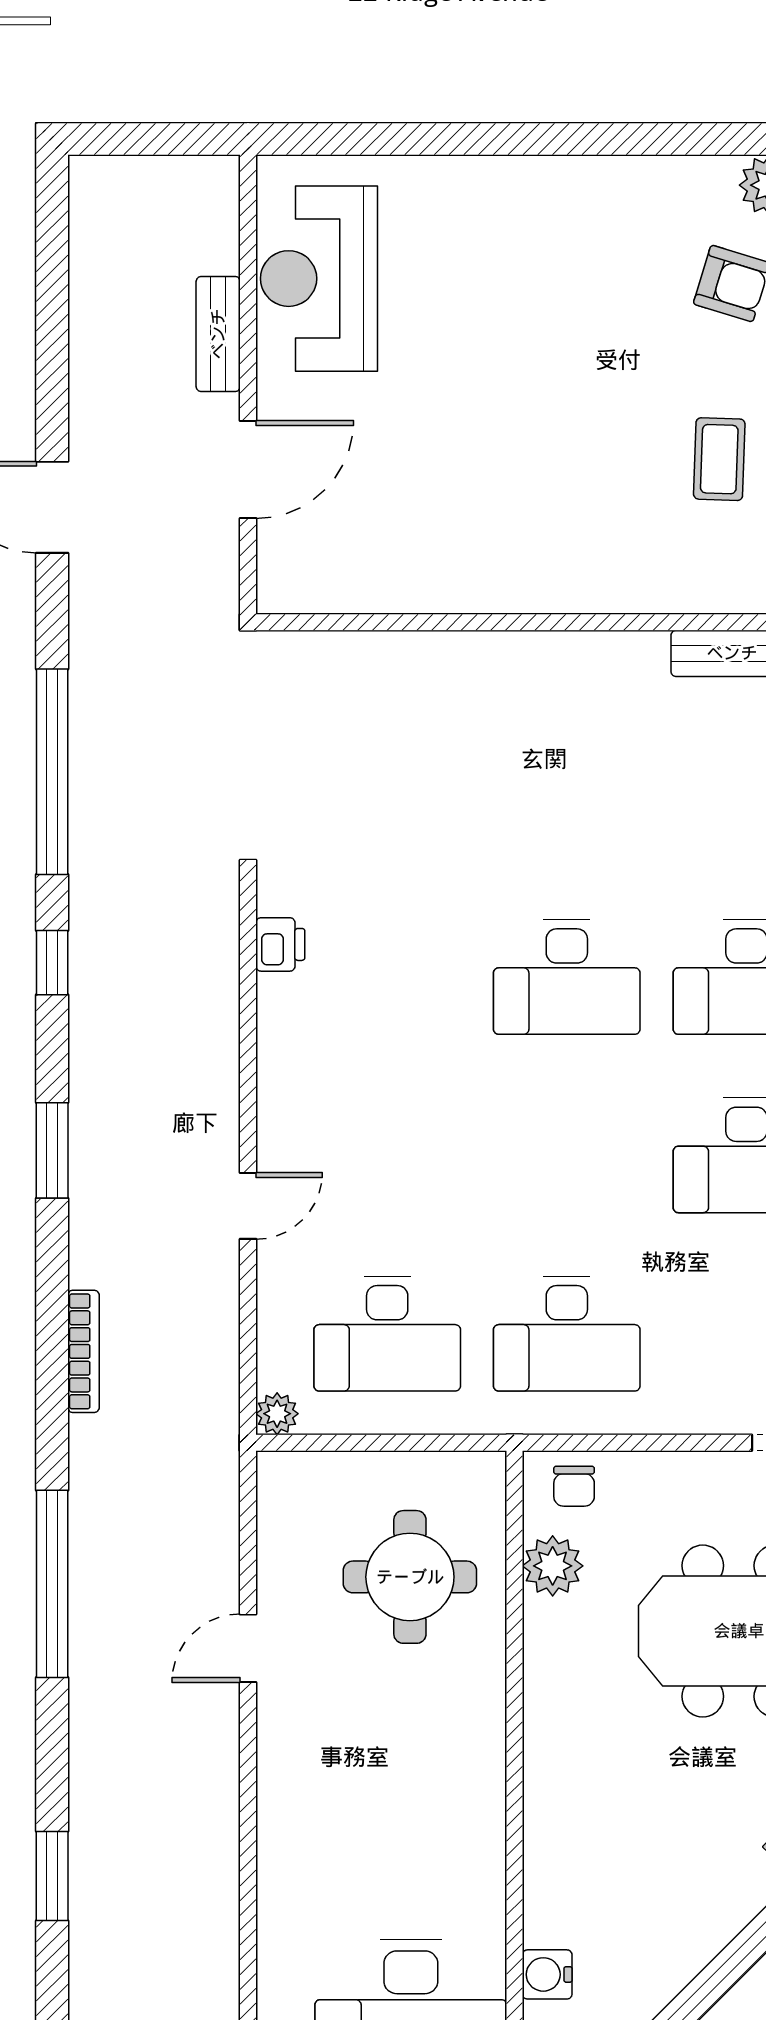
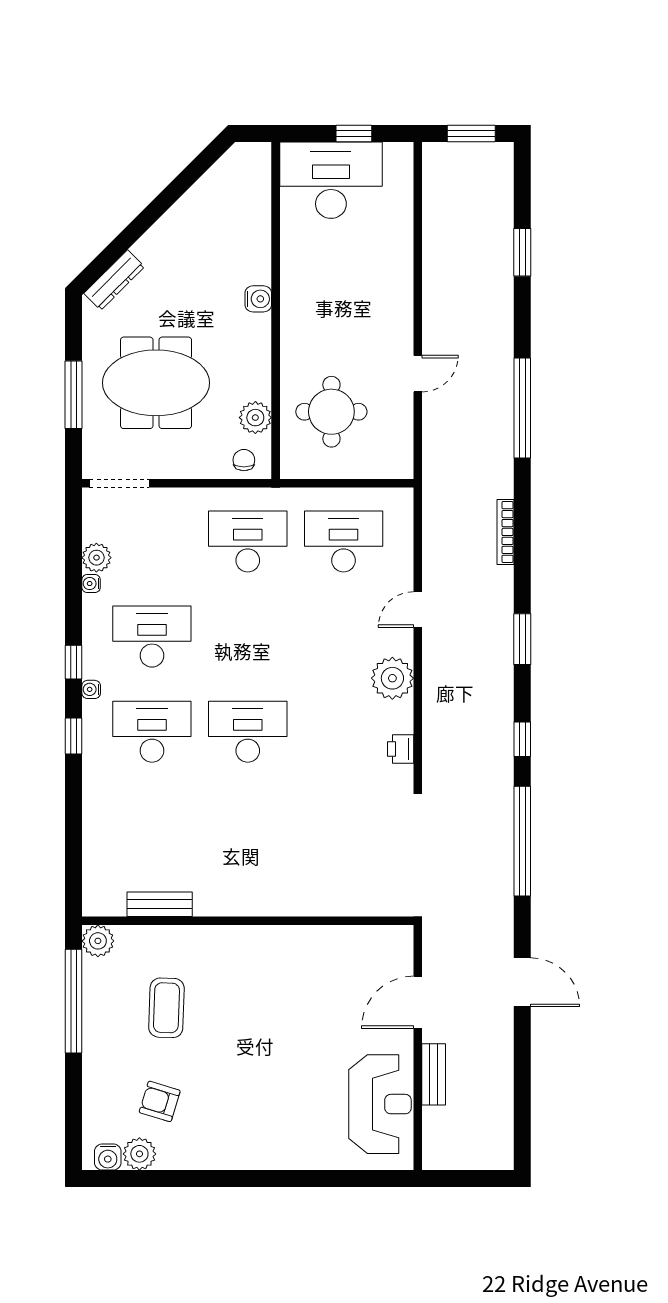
coffee table: (719, 459) -> (166, 1008), width x1.36, depth x1.30
plant: (277, 1414) -> (392, 678), moved, width x1.87, depth x1.87
water cooler: (547, 1974) -> (258, 299), moved

